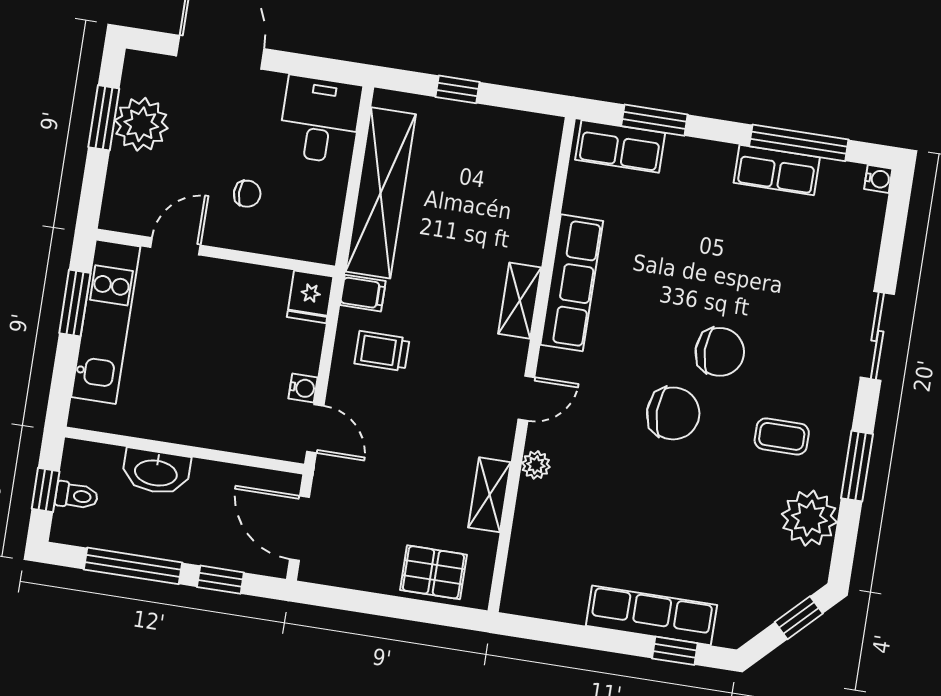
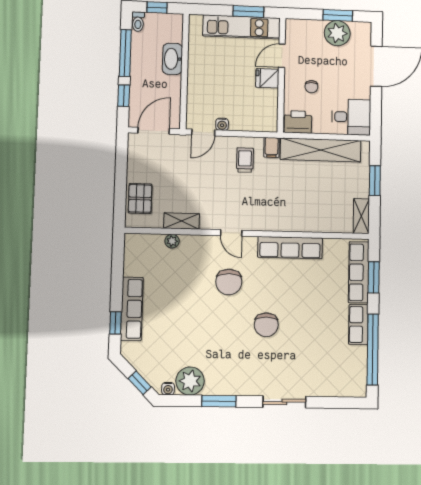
window: (457, 89) -> (375, 181), width x1.50
window: (799, 143) -> (373, 349), width x1.46
row of seats: (620, 146) -> (359, 272), width x1.48
row of seats: (777, 170) -> (358, 325), moved
water cooler: (878, 179) -> (168, 389), moved
printer: (317, 232) -> (298, 122), added
door: (175, 246) -> (282, 56), swing flipped
fridge: (310, 297) -> (267, 78), moved
shelving: (520, 301) -> (361, 216), moved, turned 90
chair: (673, 413) -> (229, 282), moved
coffee table: (782, 436) -> (229, 361), removed
plant: (536, 465) -> (172, 241), moved
toilet: (77, 496) -> (138, 22), moved

